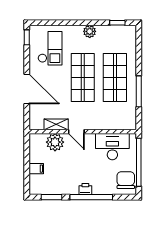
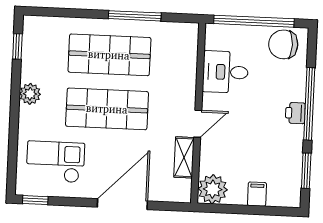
plant: (55, 142) -> (213, 189), moved
desk: (112, 147) -> (225, 72), width x0.73

